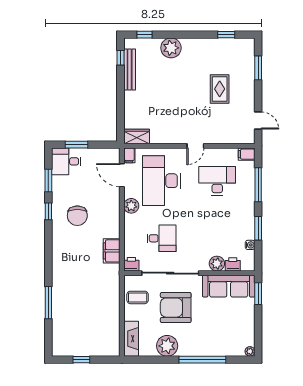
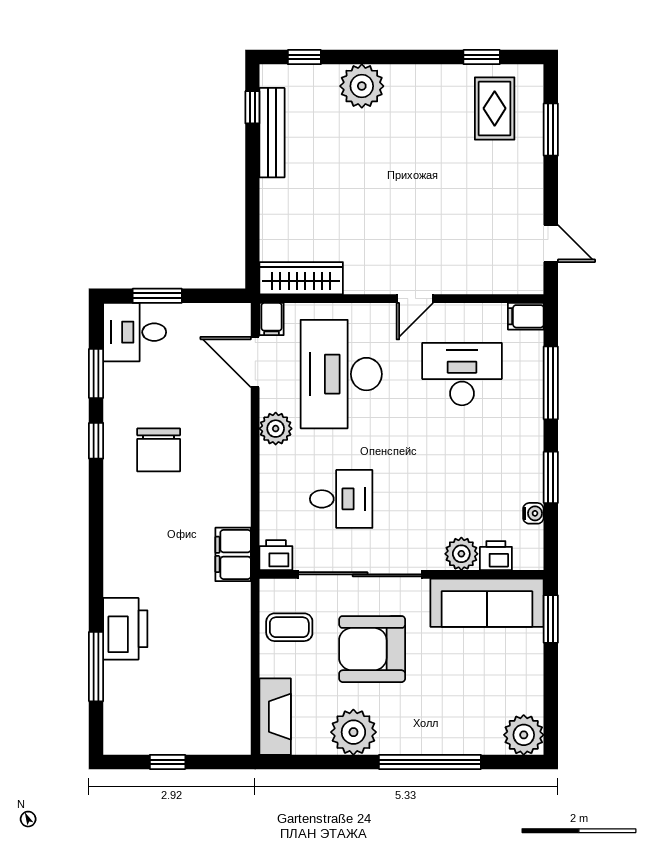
rug: (220, 89) -> (495, 108), moved
wardrobe: (137, 137) -> (301, 278), width x1.50
filing cabinet: (112, 251) -> (233, 554), moved
printer: (62, 298) -> (125, 629), added
window: (48, 303) -> (96, 667), moved
plant: (250, 351) -> (524, 735), width x1.88, depth x1.88

